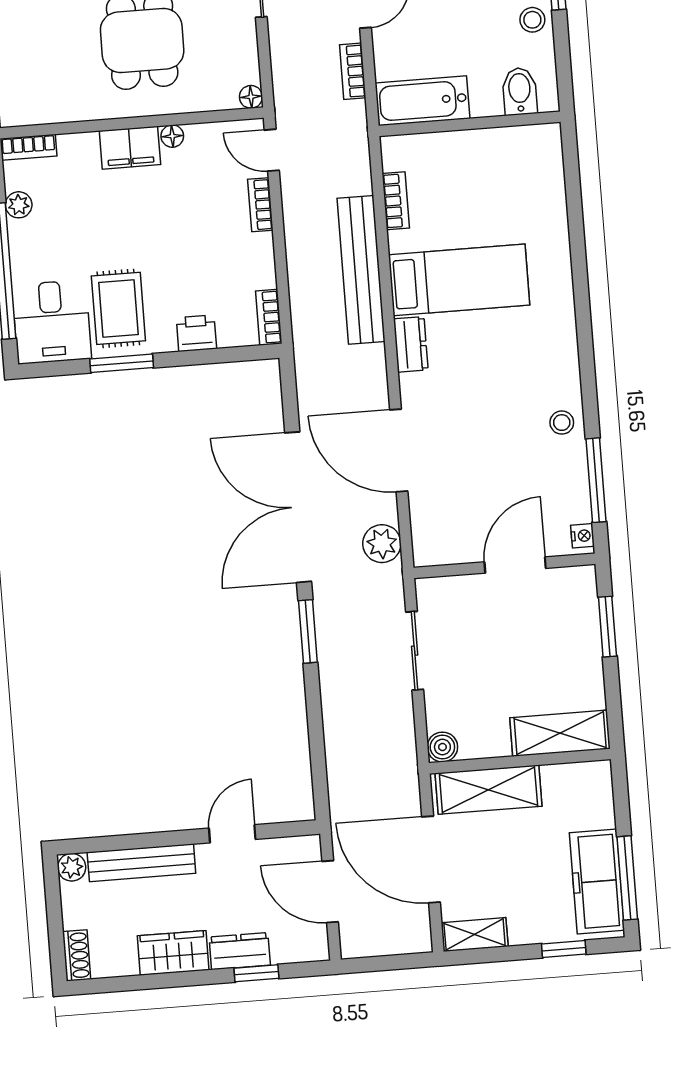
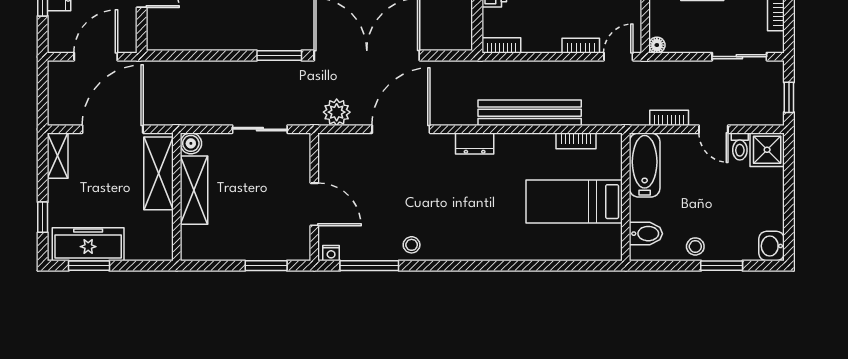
bed: (459, 280) -> (574, 202), moved, turned 90
shelving: (560, 733) -> (194, 190), moved
window: (627, 878) -> (89, 266), width x0.69

